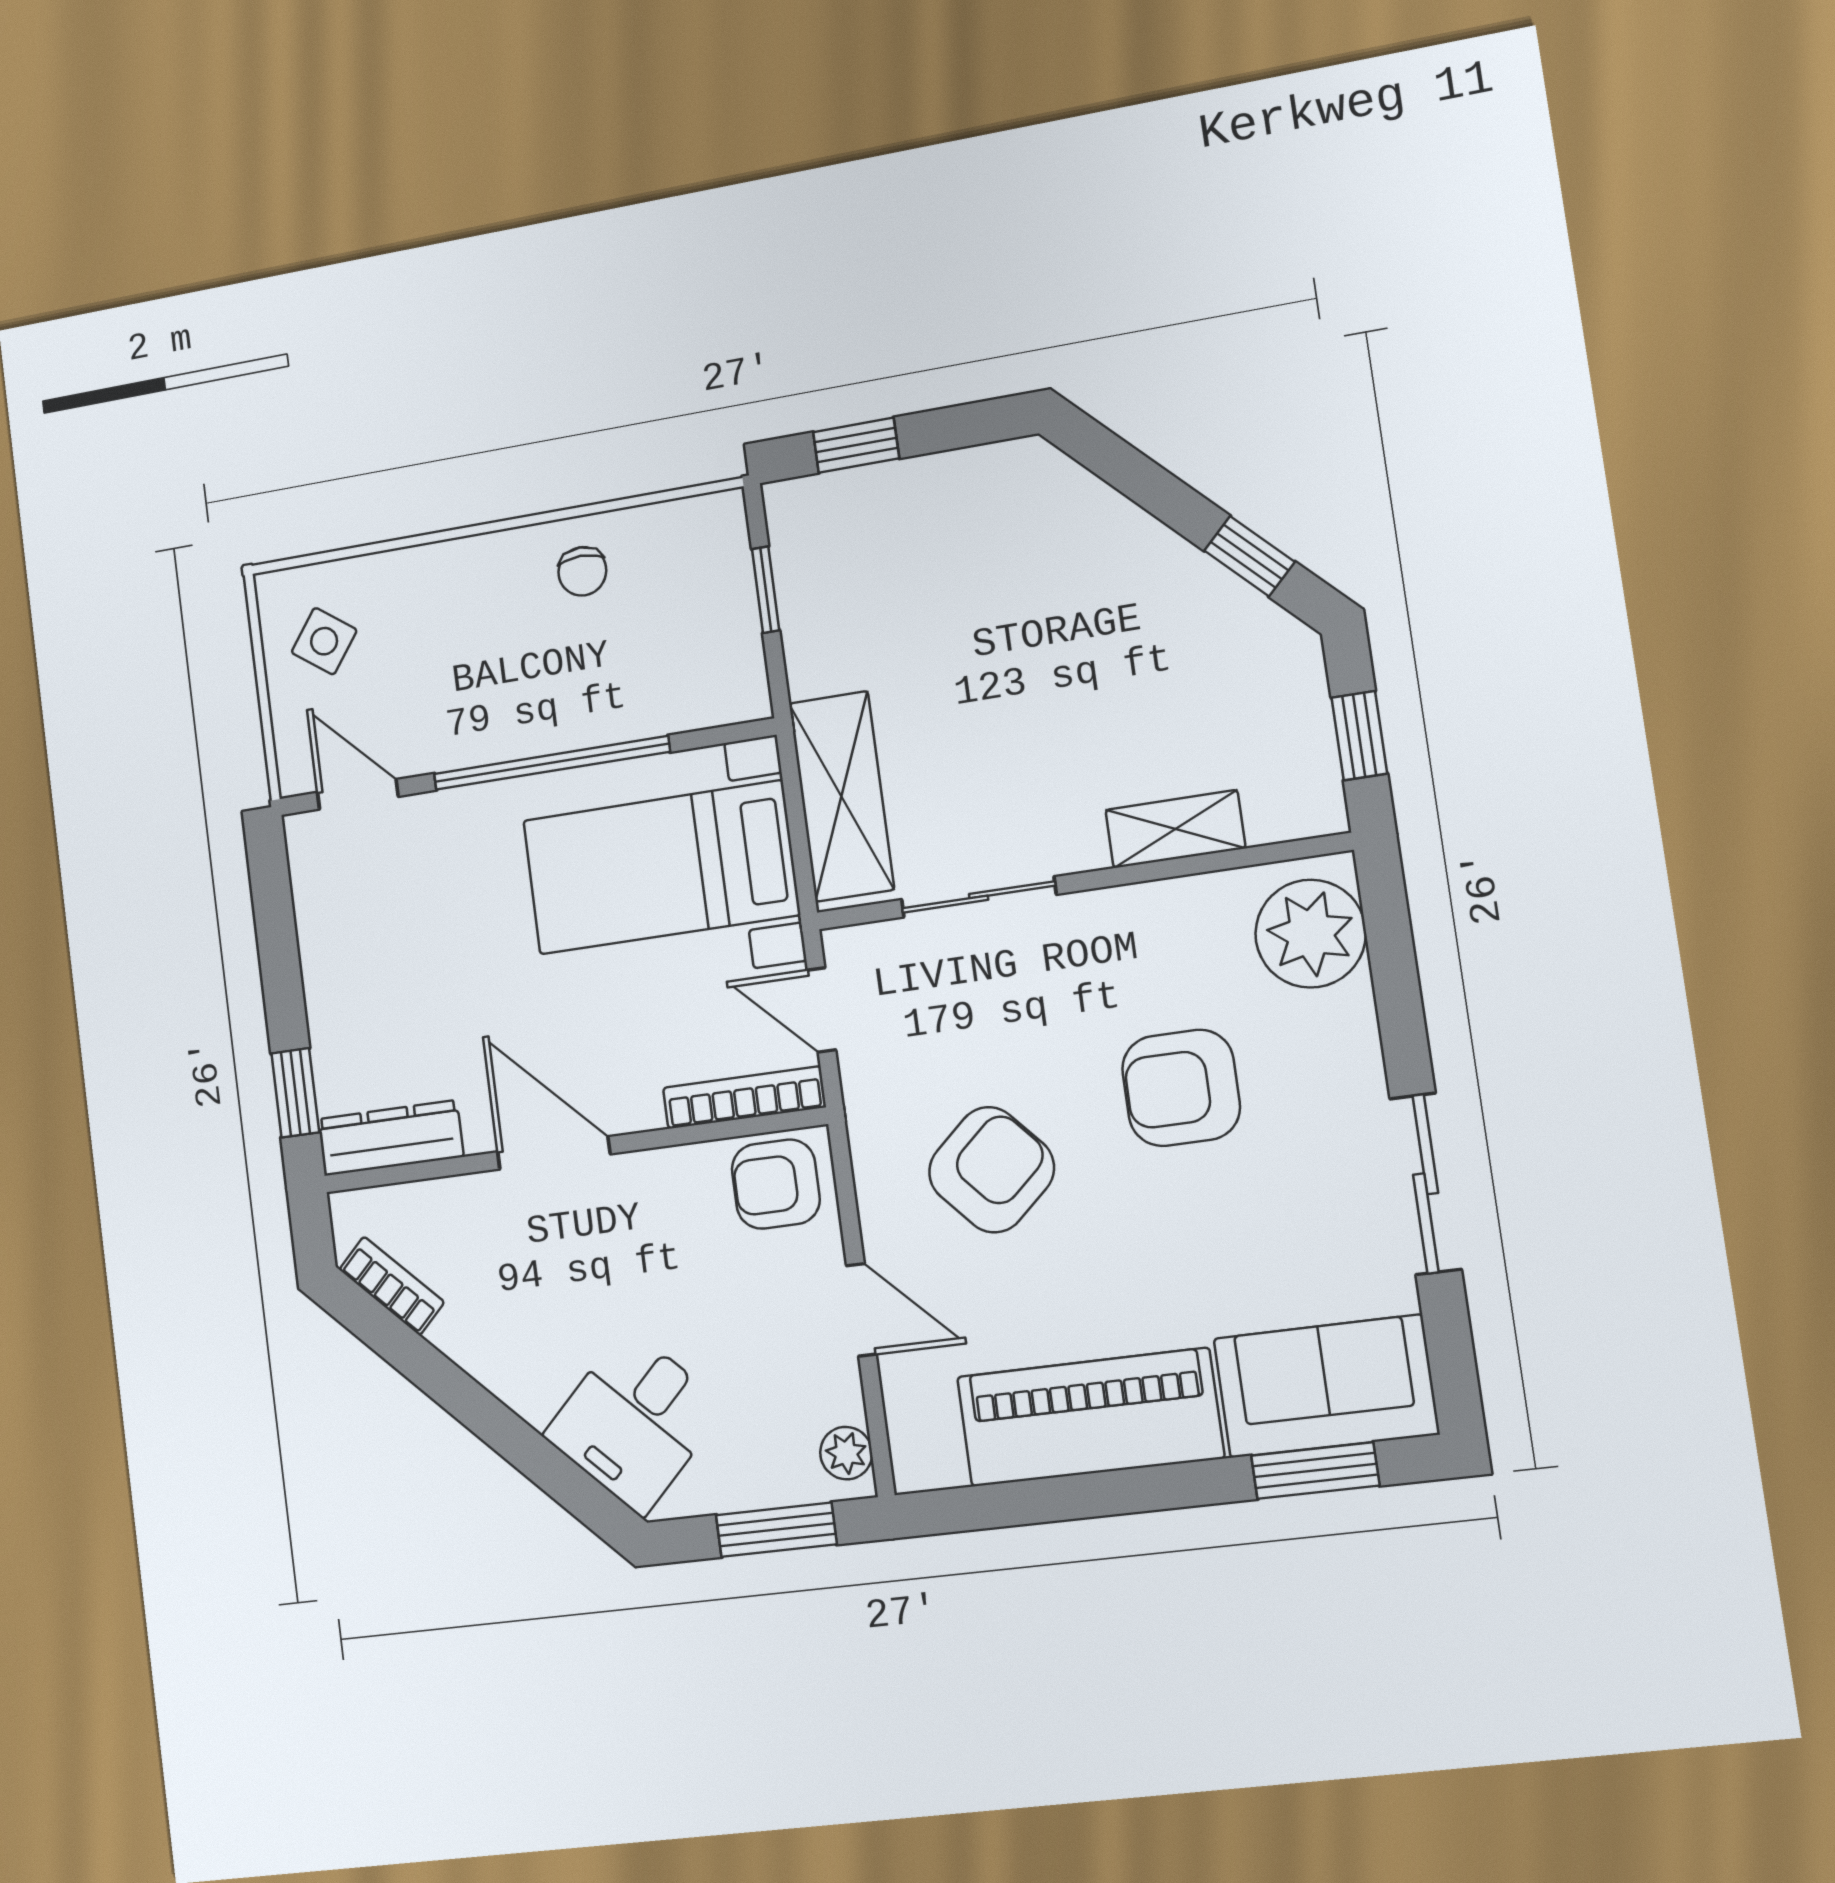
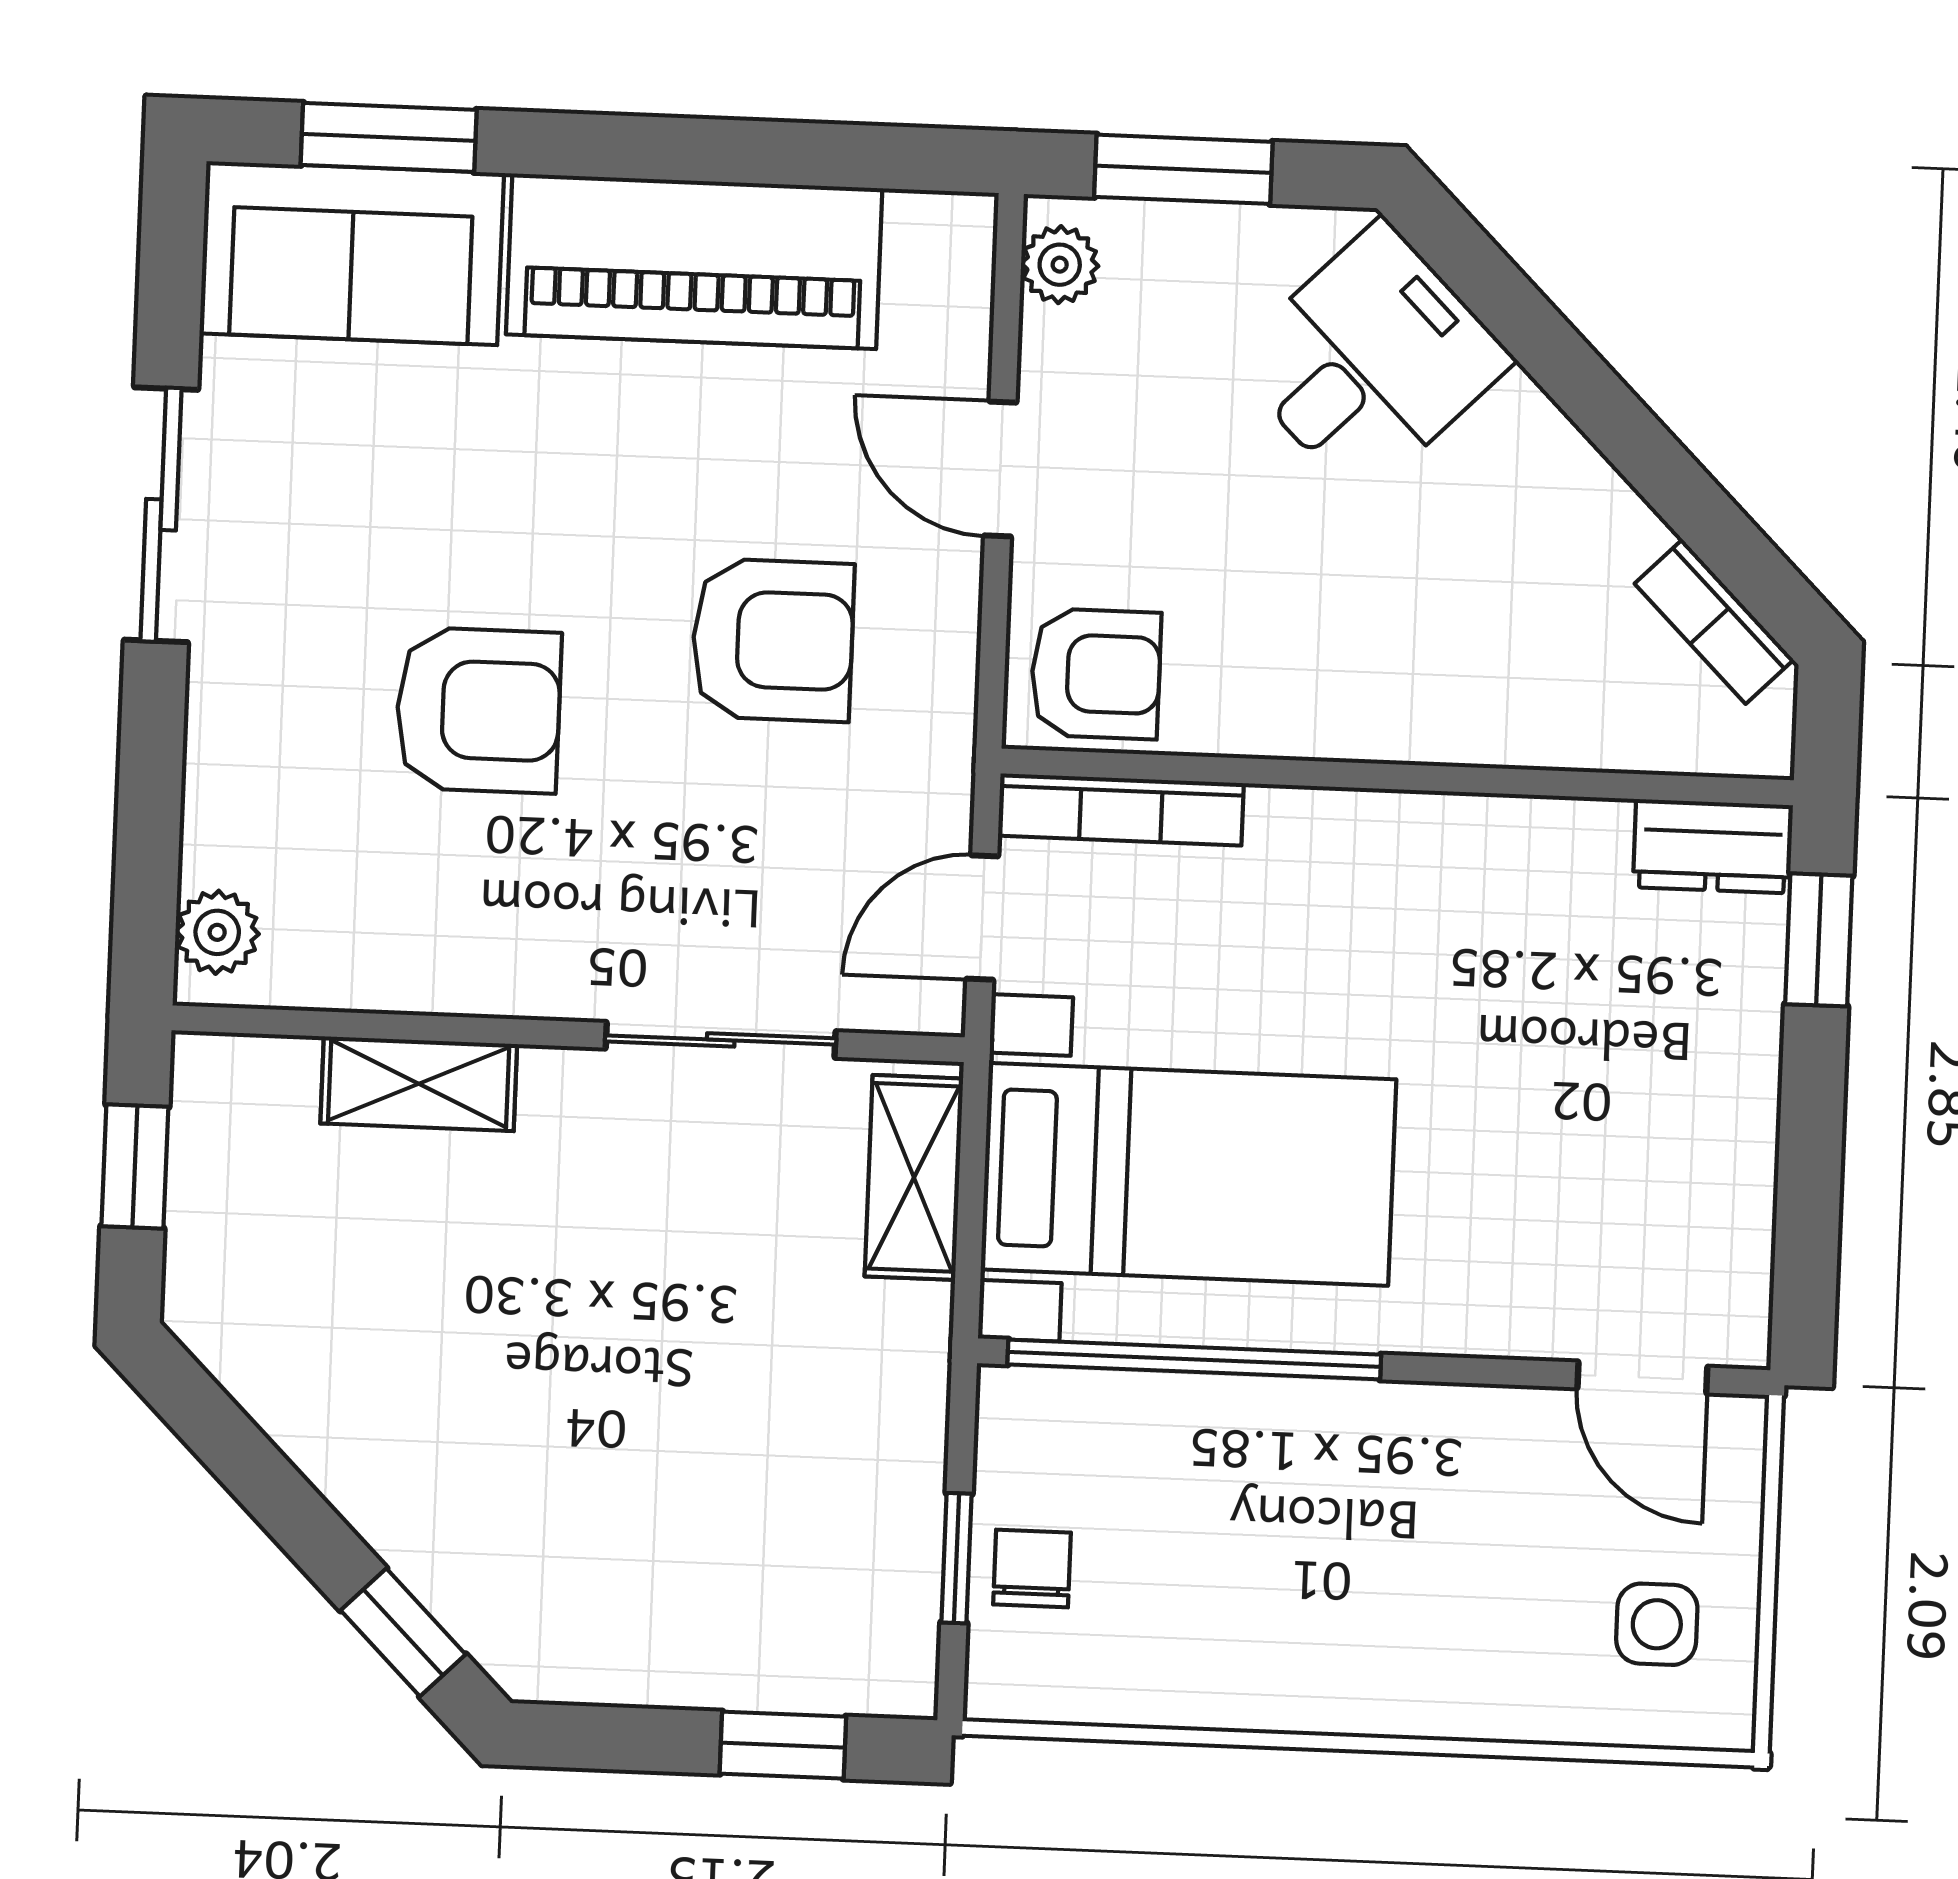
window: (1249, 556) -> (403, 1632), moved
chair: (582, 571) -> (1032, 1568), moved
side table: (324, 641) -> (1657, 1624), turned -36
window: (551, 763) -> (1194, 1359), moved
shelving: (841, 796) -> (914, 1177), width x0.67, depth x0.75
plant: (1311, 934) -> (217, 932), width x0.53, depth x0.53
door: (822, 1010) -> (982, 917), swing flipped
dresser: (390, 1138) -> (1713, 846), width x0.70
door: (554, 1153) -> (1426, 778), removed
armchair: (991, 1170) -> (773, 640), turned -138

